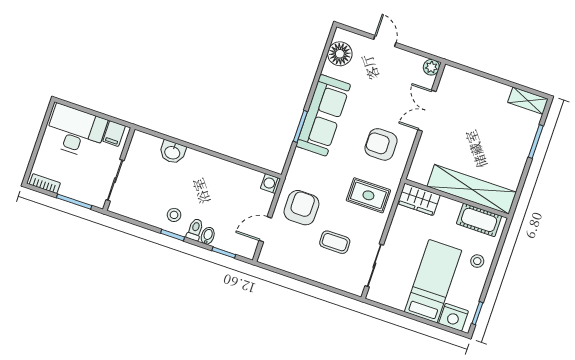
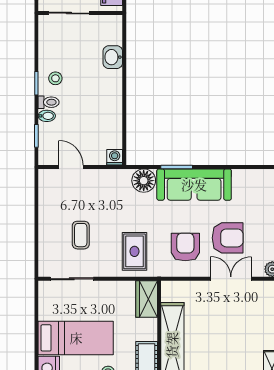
floor lamp: (340, 54) -> (144, 181), moved
armchair: (301, 208) -> (228, 238), moved

